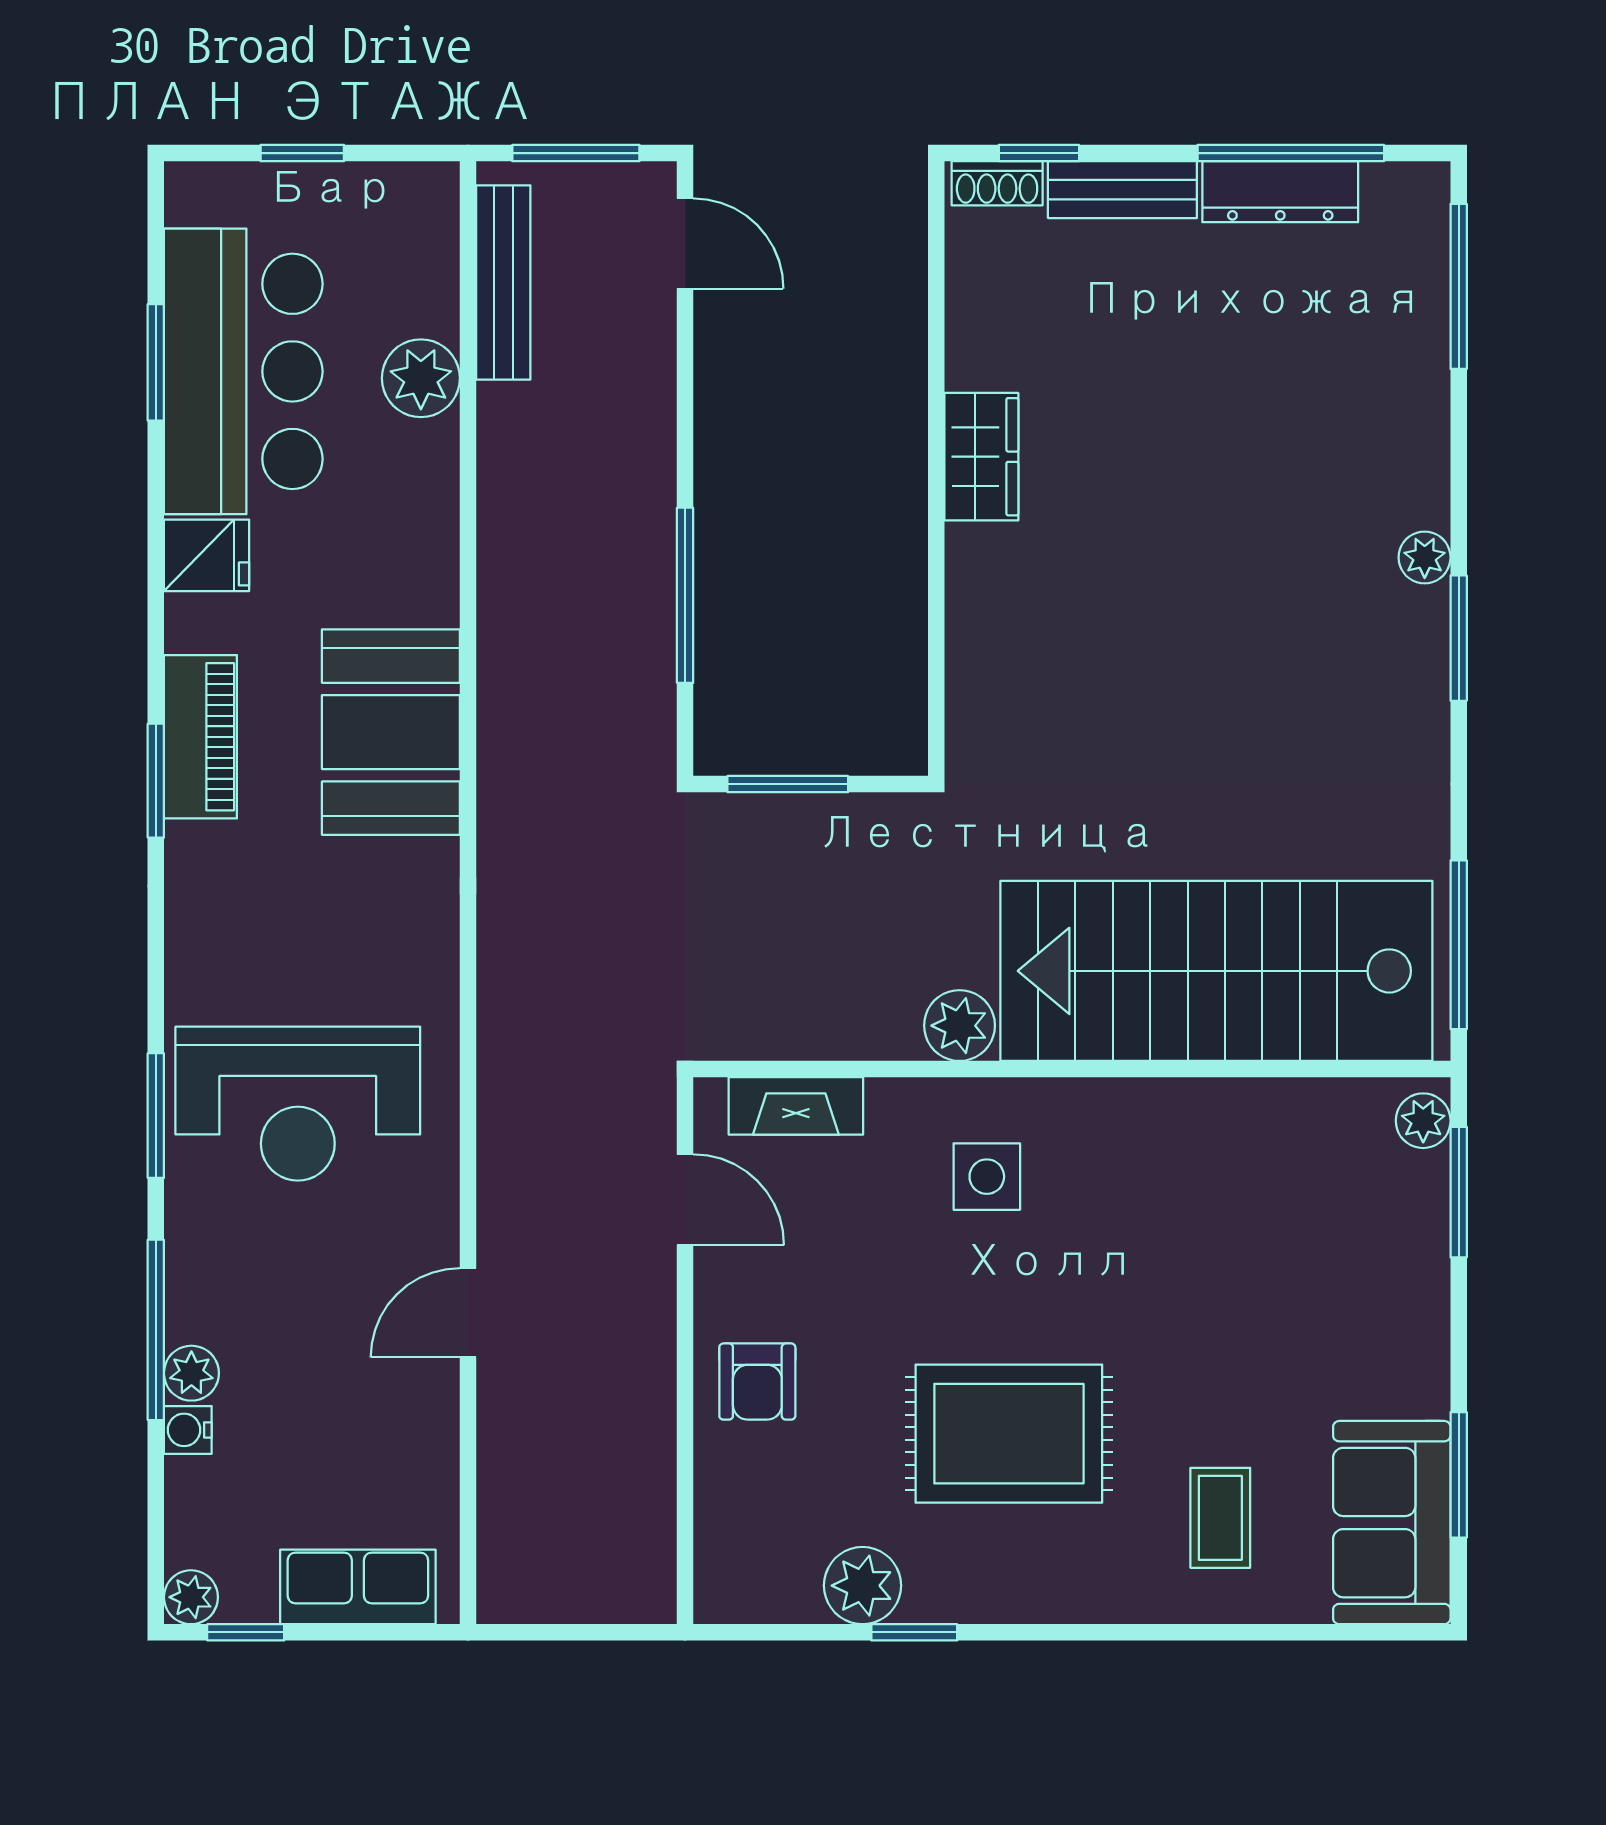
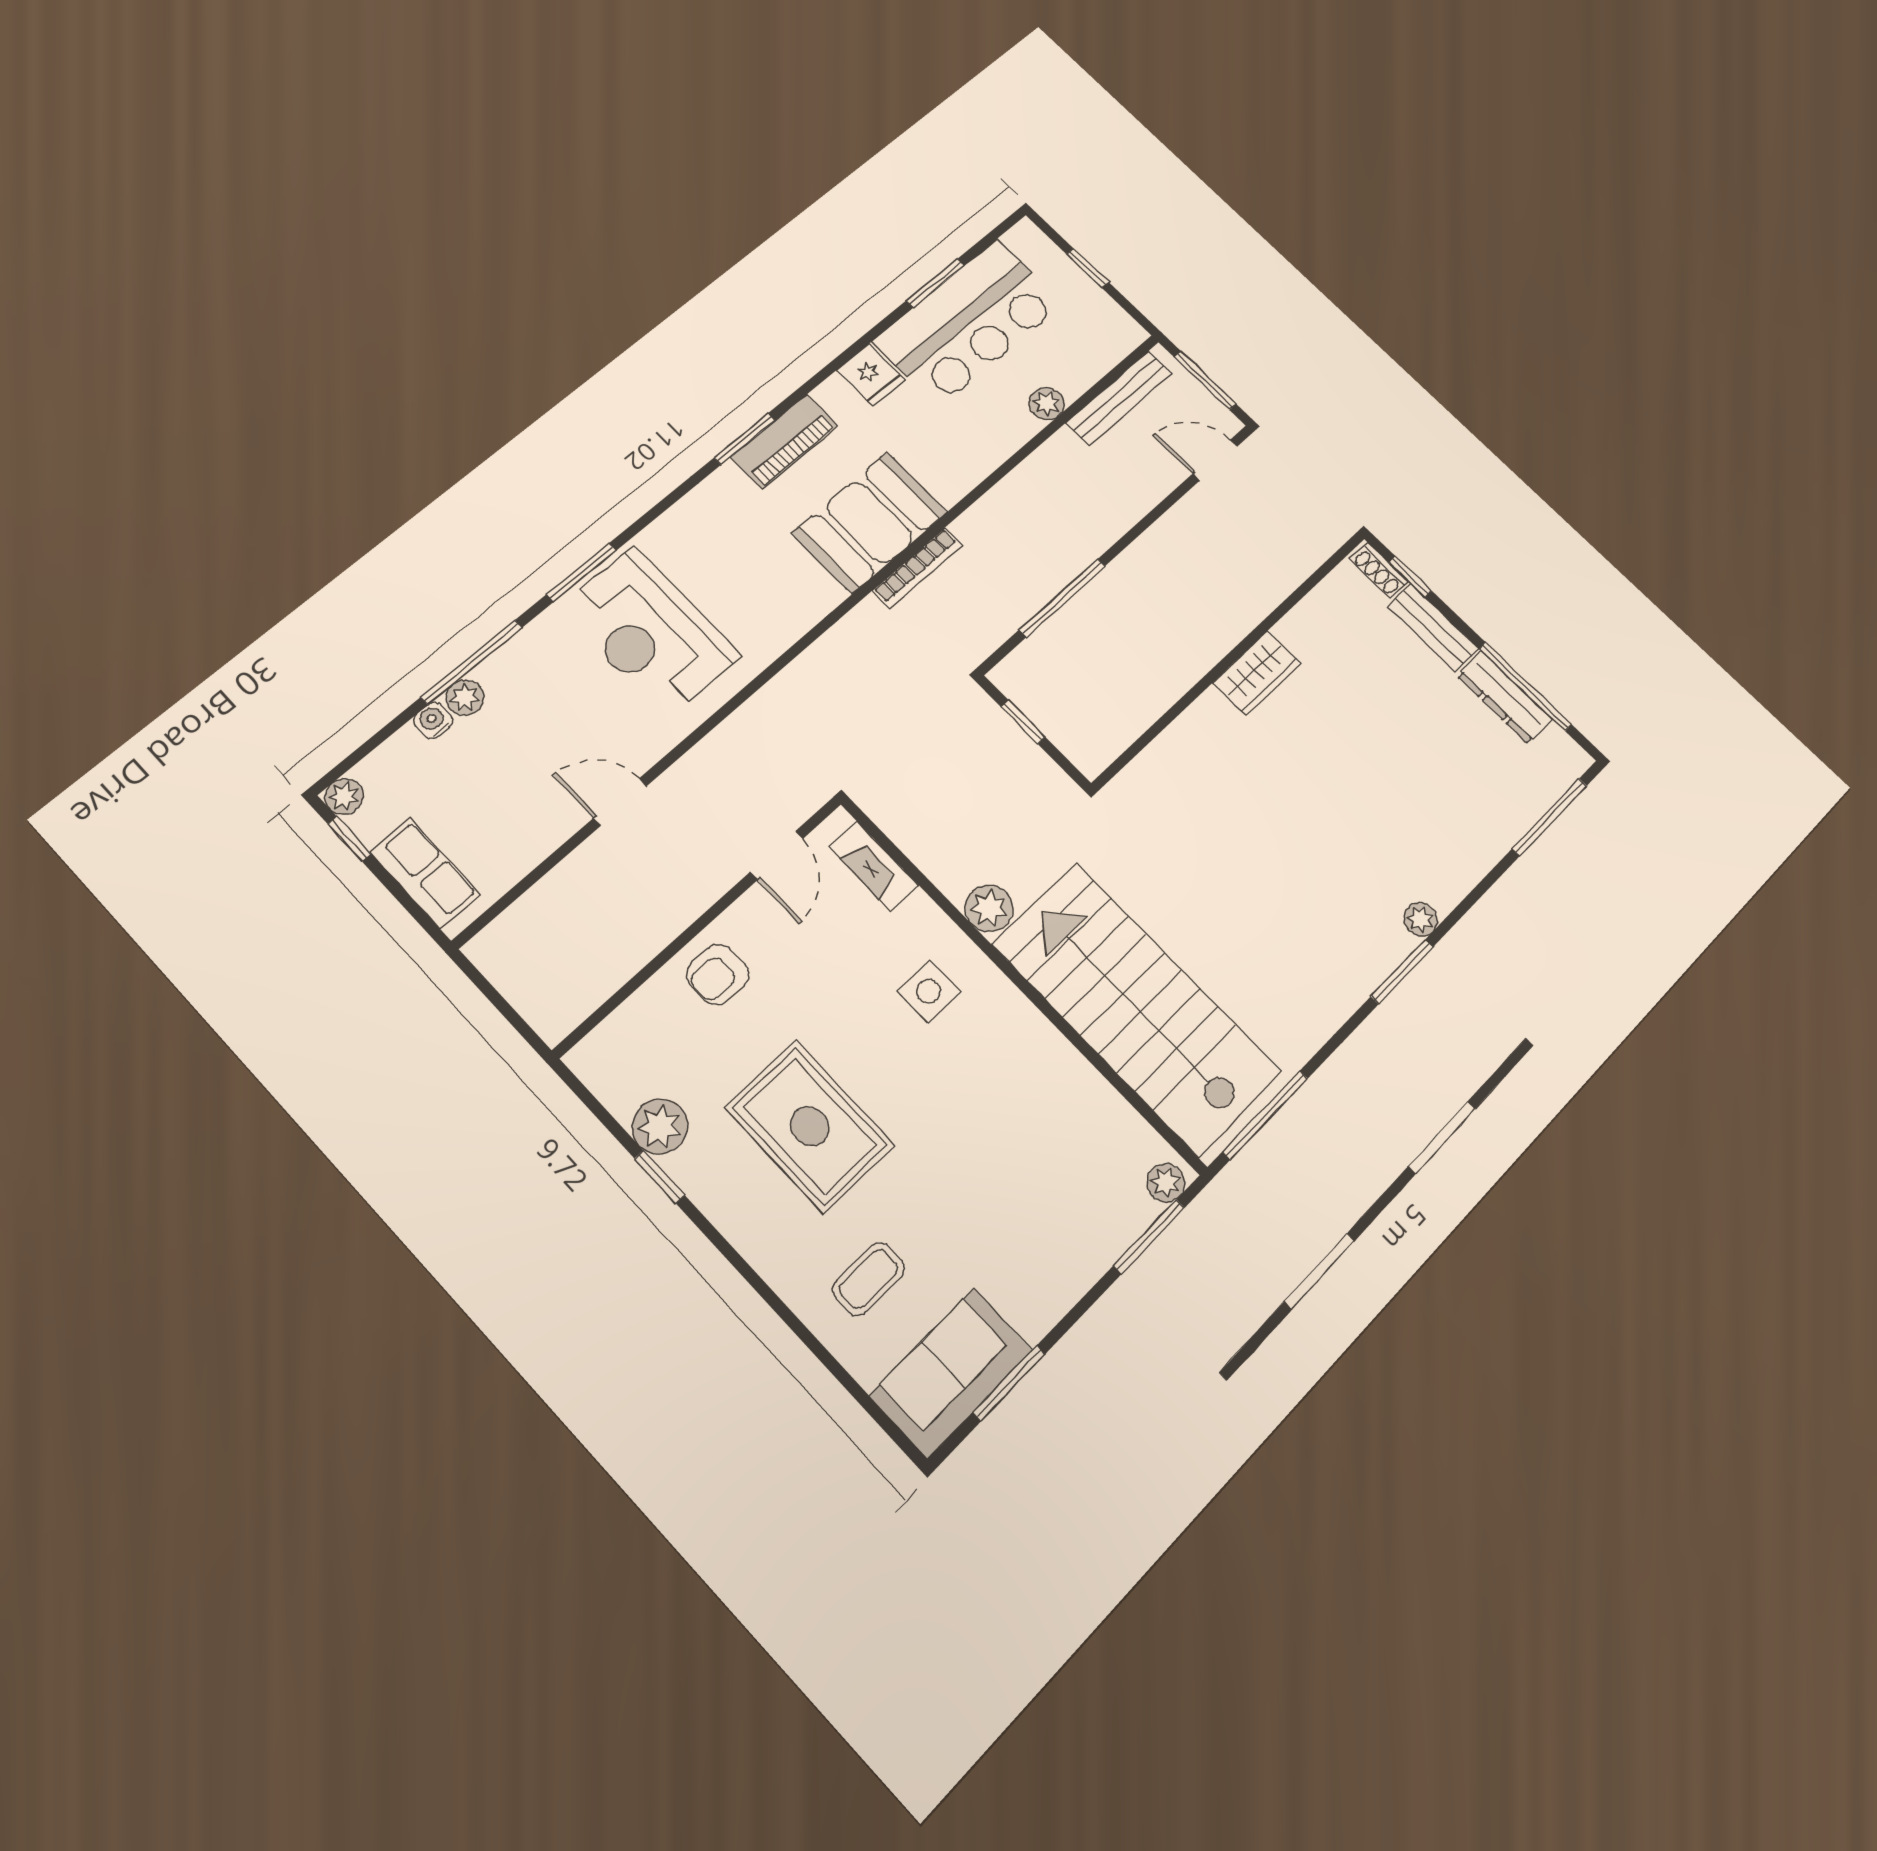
door: (685, 244) -> (1215, 460), swing flipped
plant: (421, 378) -> (1047, 404), width x0.73, depth x0.73
bookcase: (496, 729) -> (918, 568), added
window: (788, 784) -> (1023, 722), width x0.67

